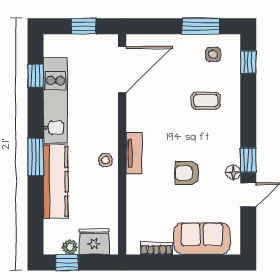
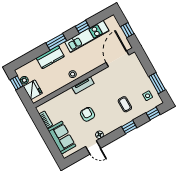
door: (122, 70) -> (118, 59), swing flipped
window: (35, 76) -> (83, 27), moved
window: (248, 160) -> (129, 127), moved
kitchen counter: (56, 182) -> (50, 57), width x0.67

